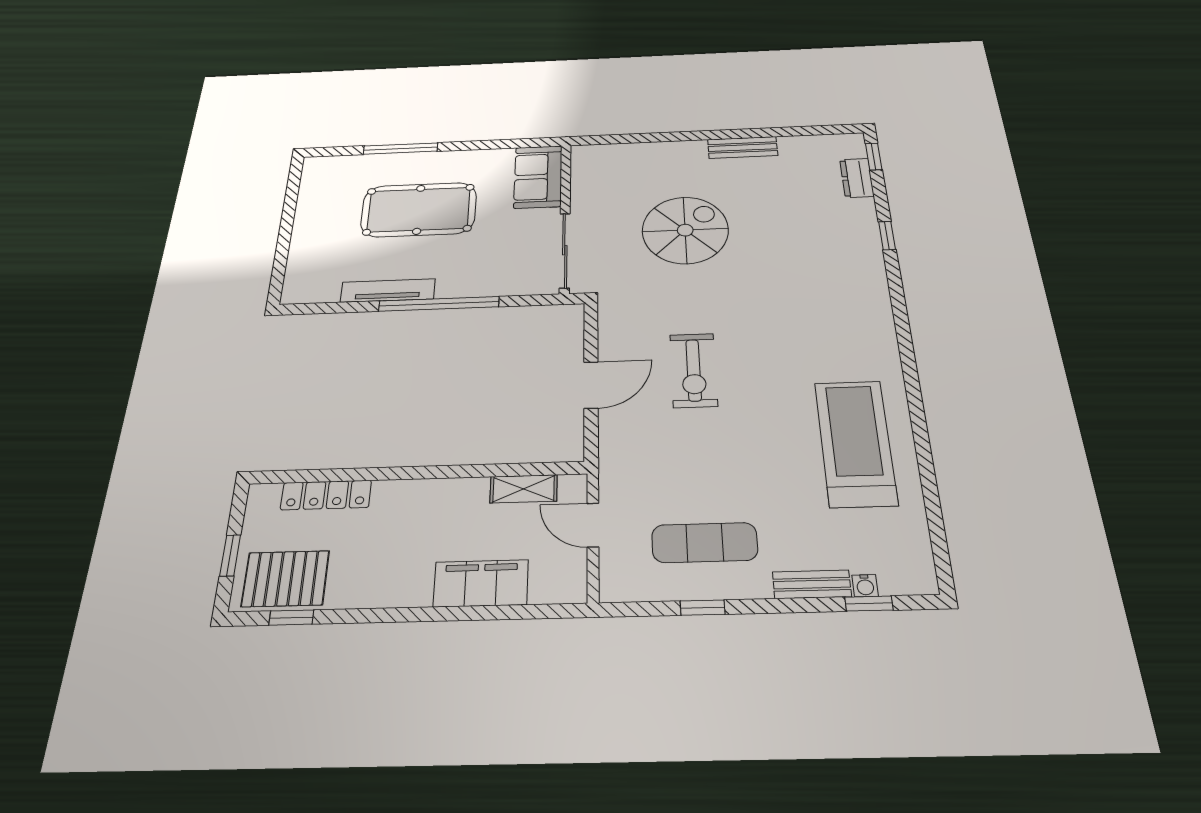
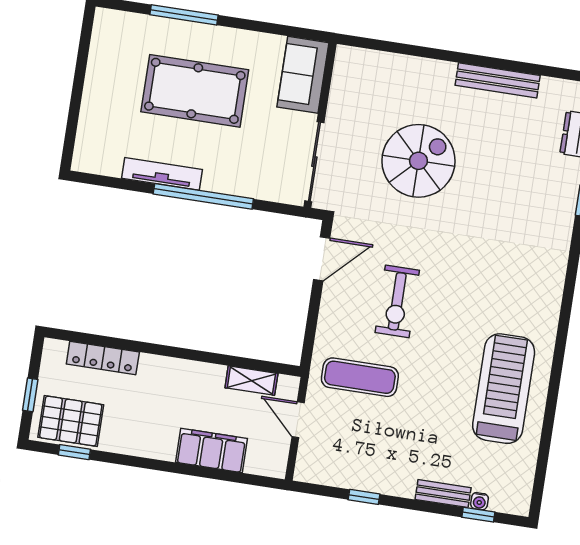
bench: (743, 148) -> (498, 80), width x1.36
door: (591, 385) -> (322, 259), moved
exercise mat: (705, 543) -> (360, 377), moved

